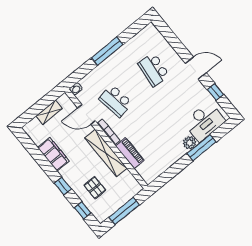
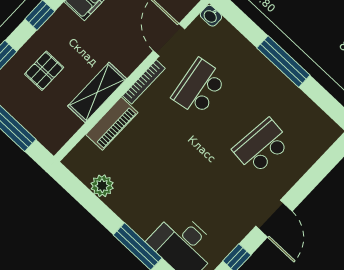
plant: (189, 143) -> (102, 186), moved
shelving: (106, 153) -> (97, 92), width x0.68

